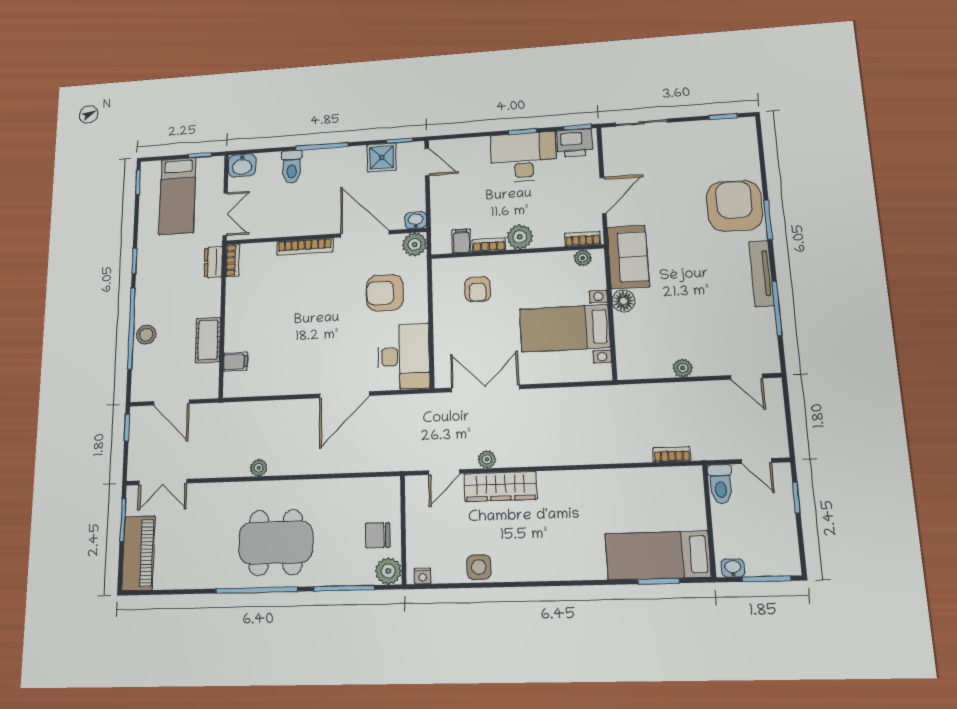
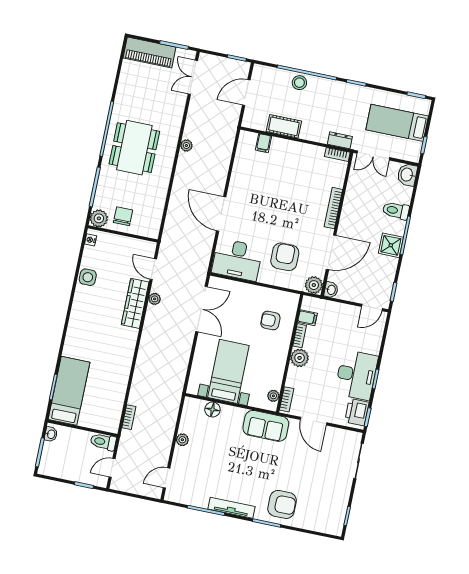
shower: (382, 158) -> (391, 245), moved
armchair: (734, 206) -> (282, 504), width x0.73, depth x0.73
floor lamp: (624, 301) -> (212, 410), moved

